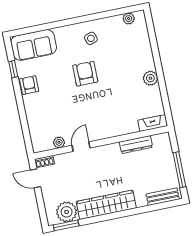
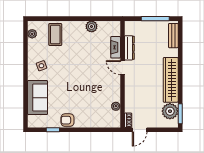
sofa: (34, 45) -> (38, 98), moved
coffee table: (134, 48) -> (55, 35), added
armchair: (85, 74) -> (67, 76), removed
plant: (150, 78) -> (92, 26), moved
fireplace: (153, 123) -> (116, 47), moved
door: (81, 147) -> (122, 68), moved

